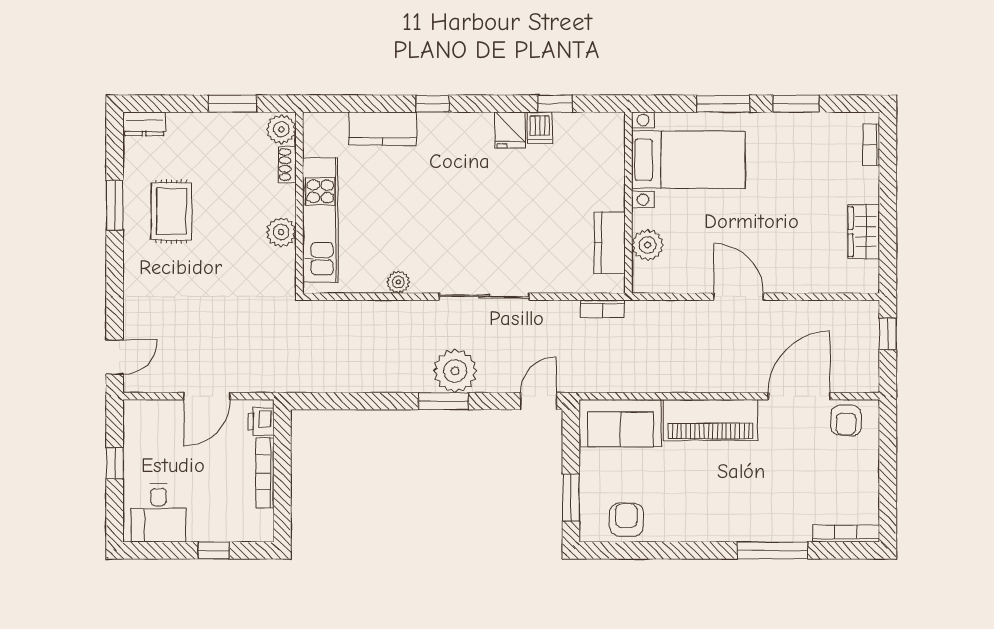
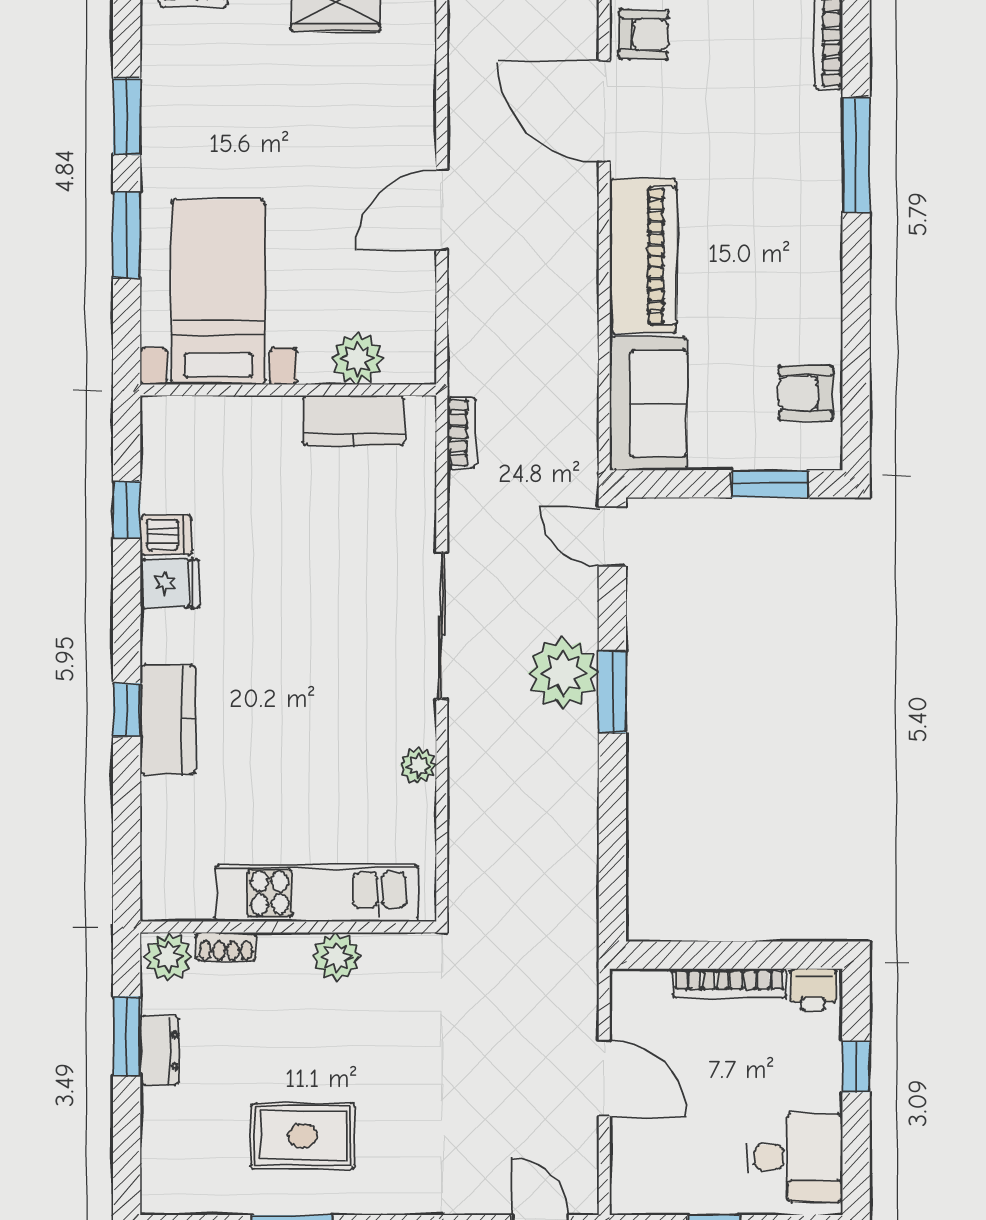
dresser: (144, 124) -> (160, 1050), moved
kitchen counter: (383, 129) -> (168, 719), moved
printer: (261, 421) -> (813, 990), moved

